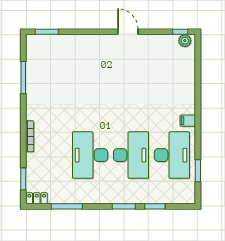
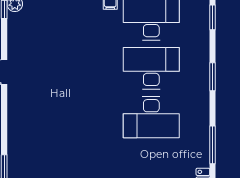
window: (155, 206) -> (213, 17), moved

